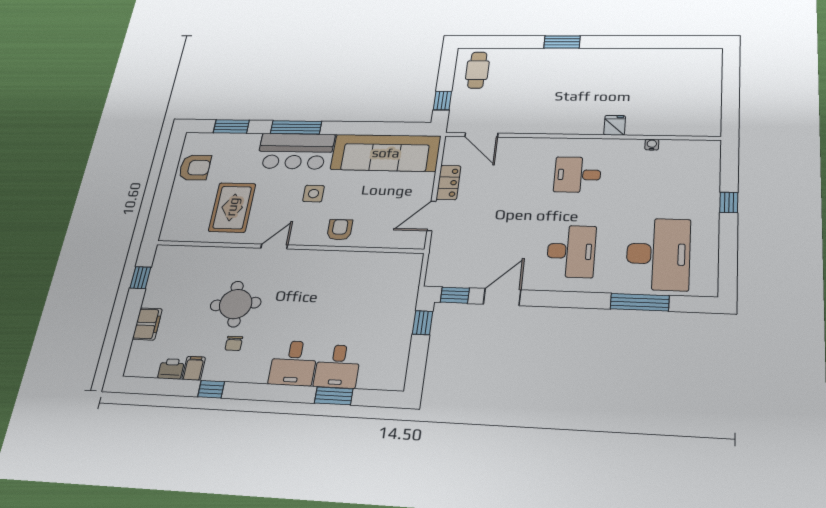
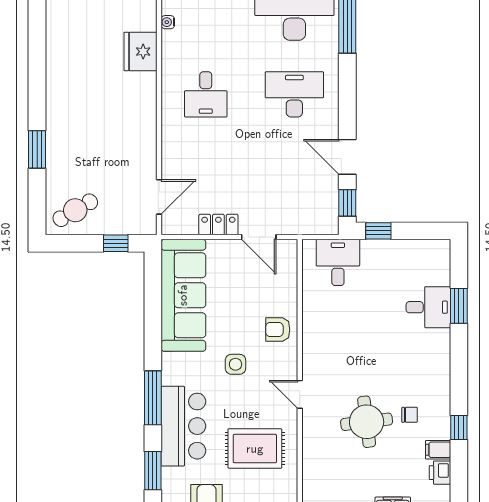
window: (562, 42) -> (37, 149), moved
cafe table: (477, 70) -> (75, 210), turned -30
fridge: (615, 125) -> (140, 52), width x1.88, depth x1.34
bar counter: (295, 151) -> (183, 426), moved
desk: (293, 363) -> (338, 262), moved, turned -90

